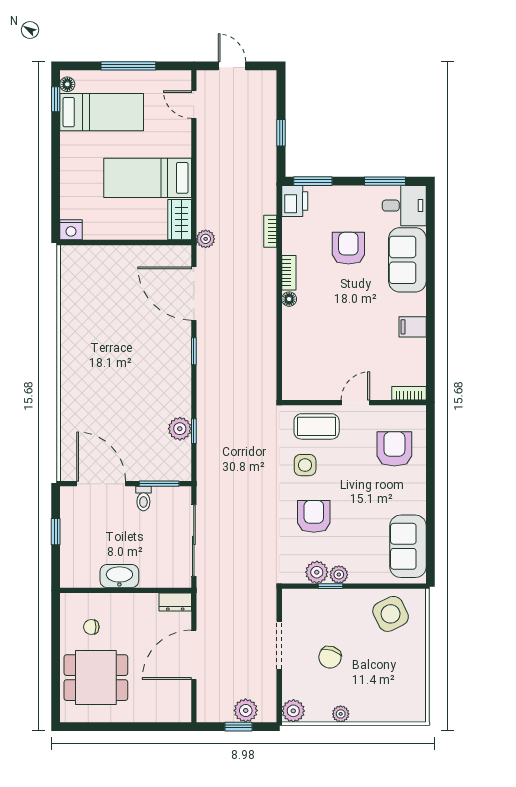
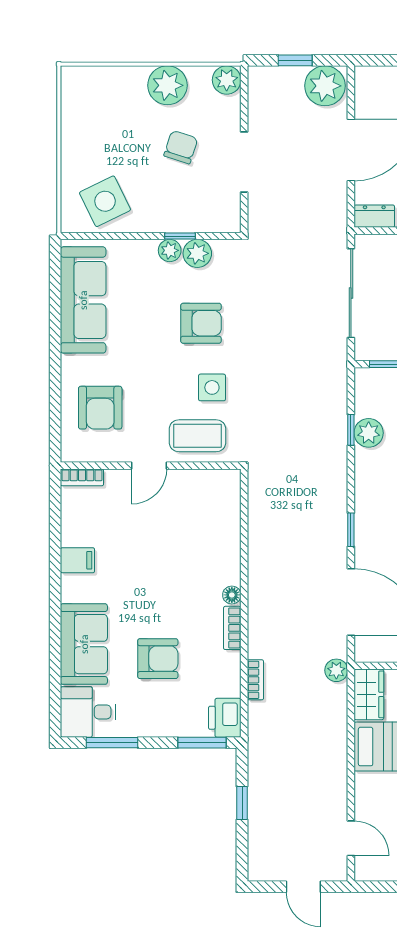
armchair: (348, 248) -> (158, 659), turned -90
armchair: (314, 516) -> (201, 323), turned -90
sofa: (408, 546) -> (83, 300), width x1.36
plant: (246, 710) -> (325, 86), moved, width x1.36, depth x1.36
plant: (341, 714) -> (167, 85), width x1.87, depth x1.87

